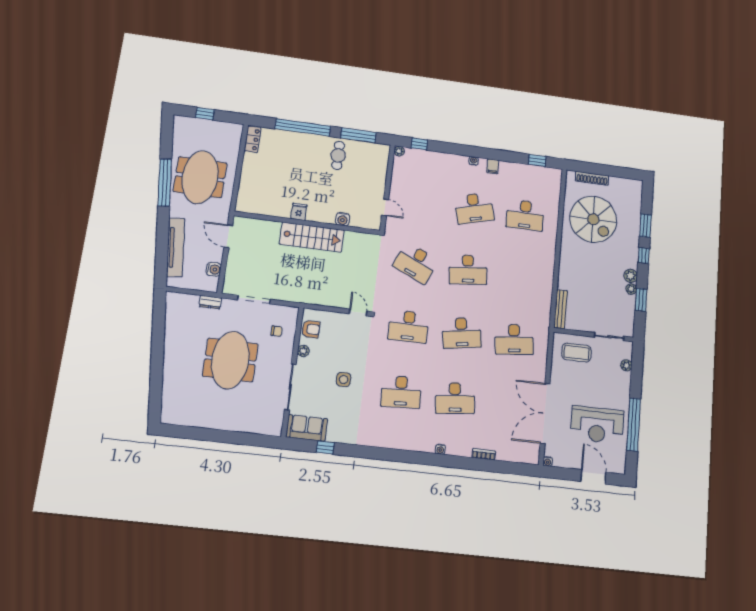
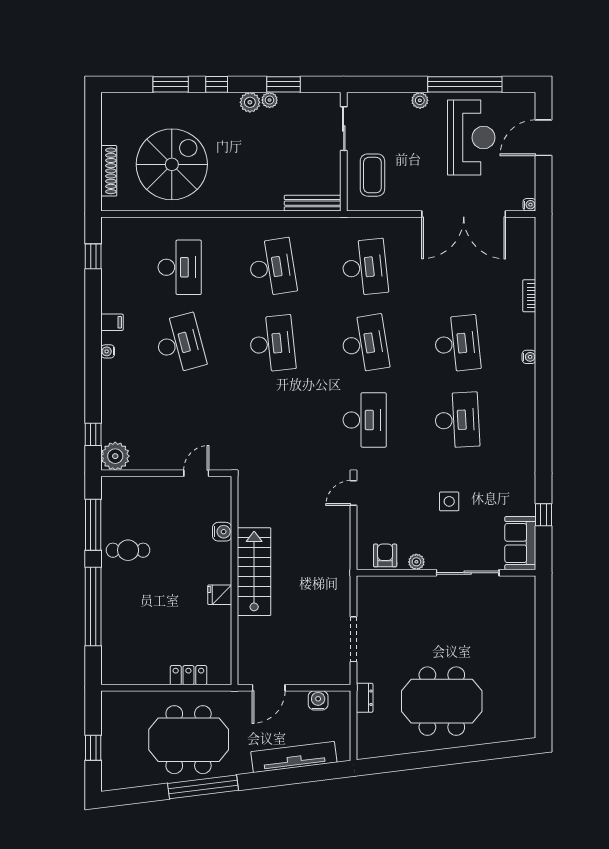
locker: (253, 139) -> (188, 675), moved
plant: (399, 151) -> (115, 456), width x1.87, depth x1.87
desk: (416, 263) -> (272, 267), moved, turned -33
chair: (277, 331) -> (394, 602), removed
meeting table: (230, 360) -> (442, 701), moved
plant: (626, 365) -> (420, 100), moved

